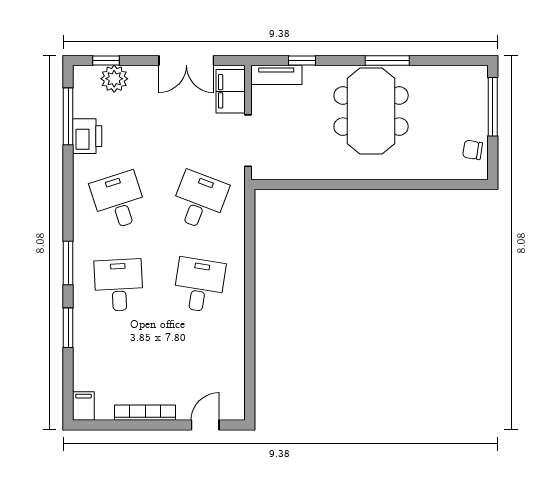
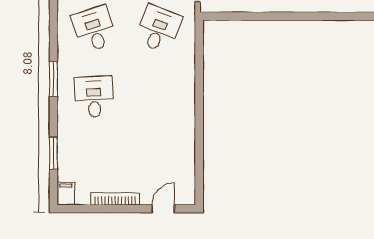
desk: (199, 285) -> (159, 97), removed
window: (68, 328) -> (53, 153), moved

